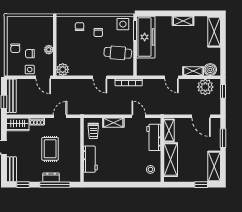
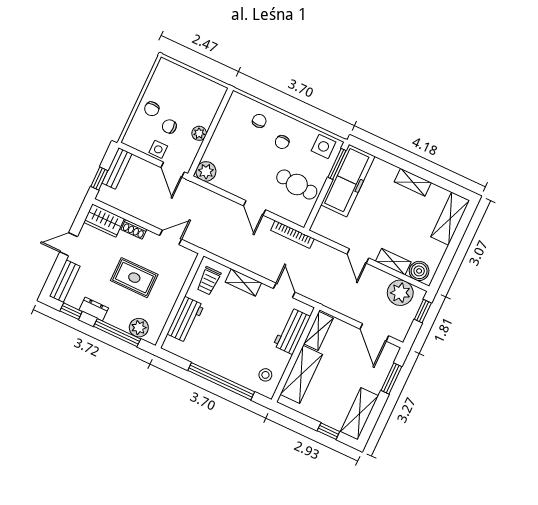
bench: (11, 96) -> (117, 168), width x0.73
rug: (50, 149) -> (134, 278), turned 90
plant: (66, 176) -> (139, 328), added
dresser: (51, 177) -> (94, 309), moved
window: (127, 185) -> (221, 381), added

